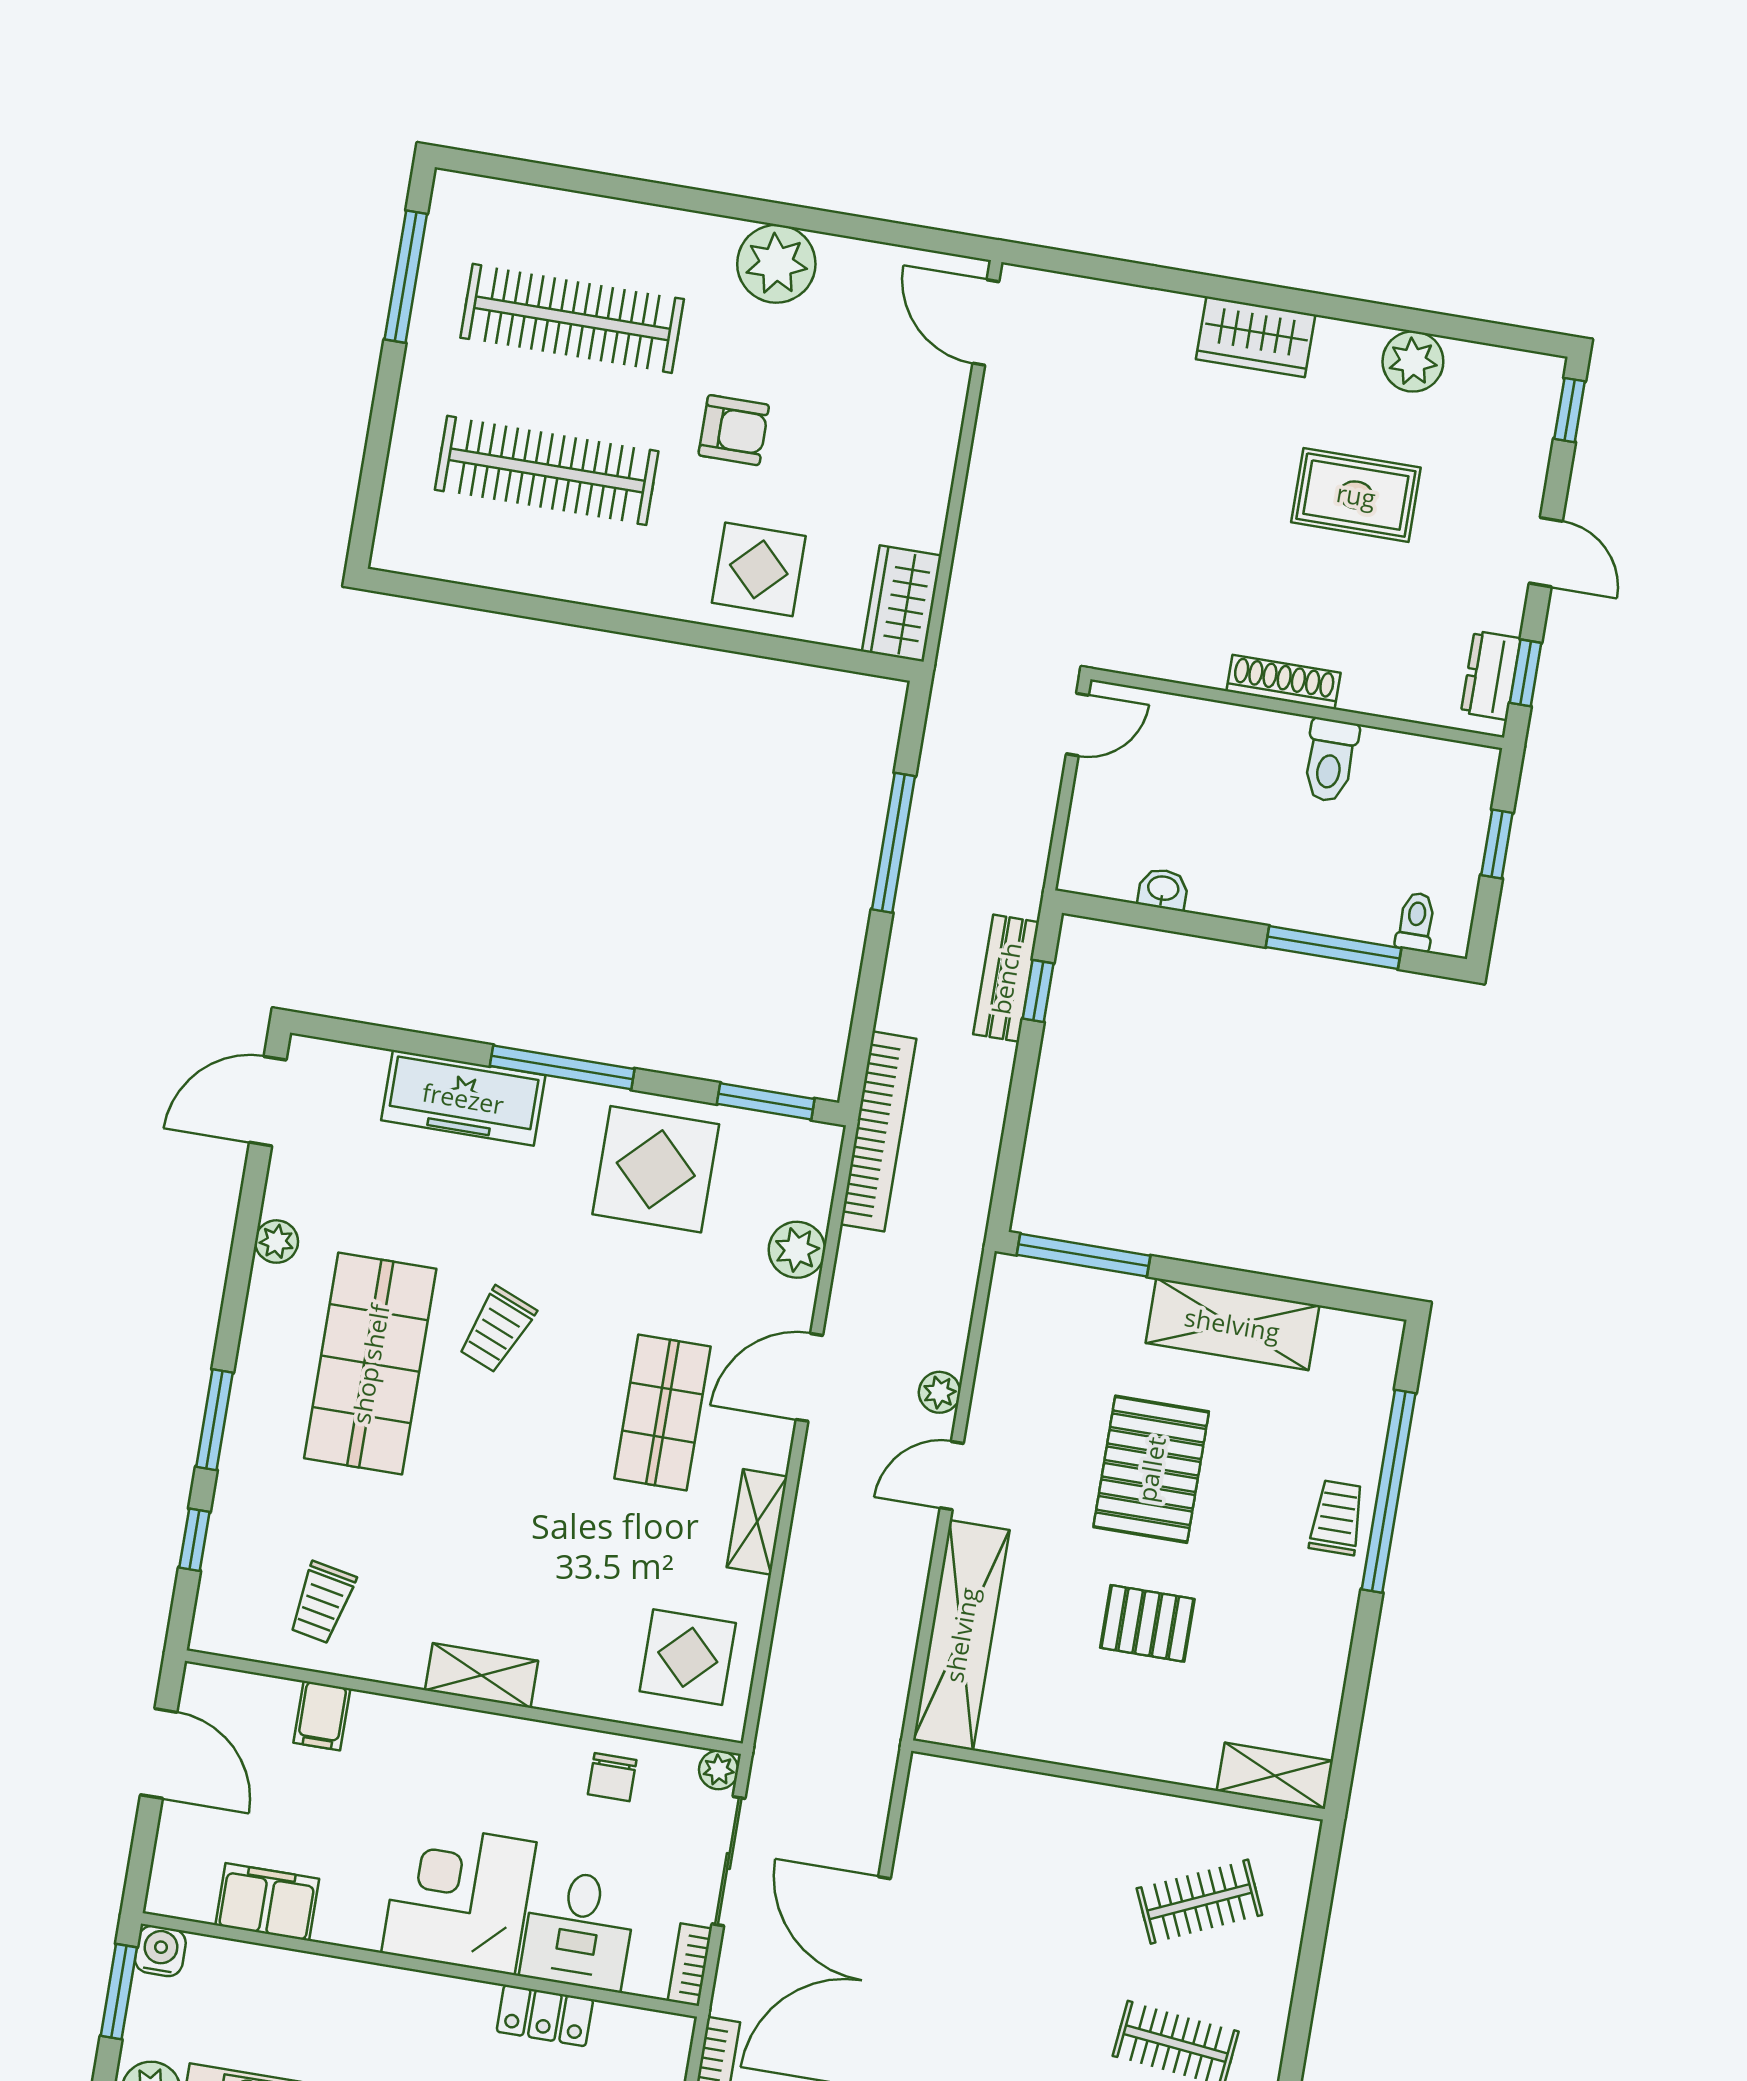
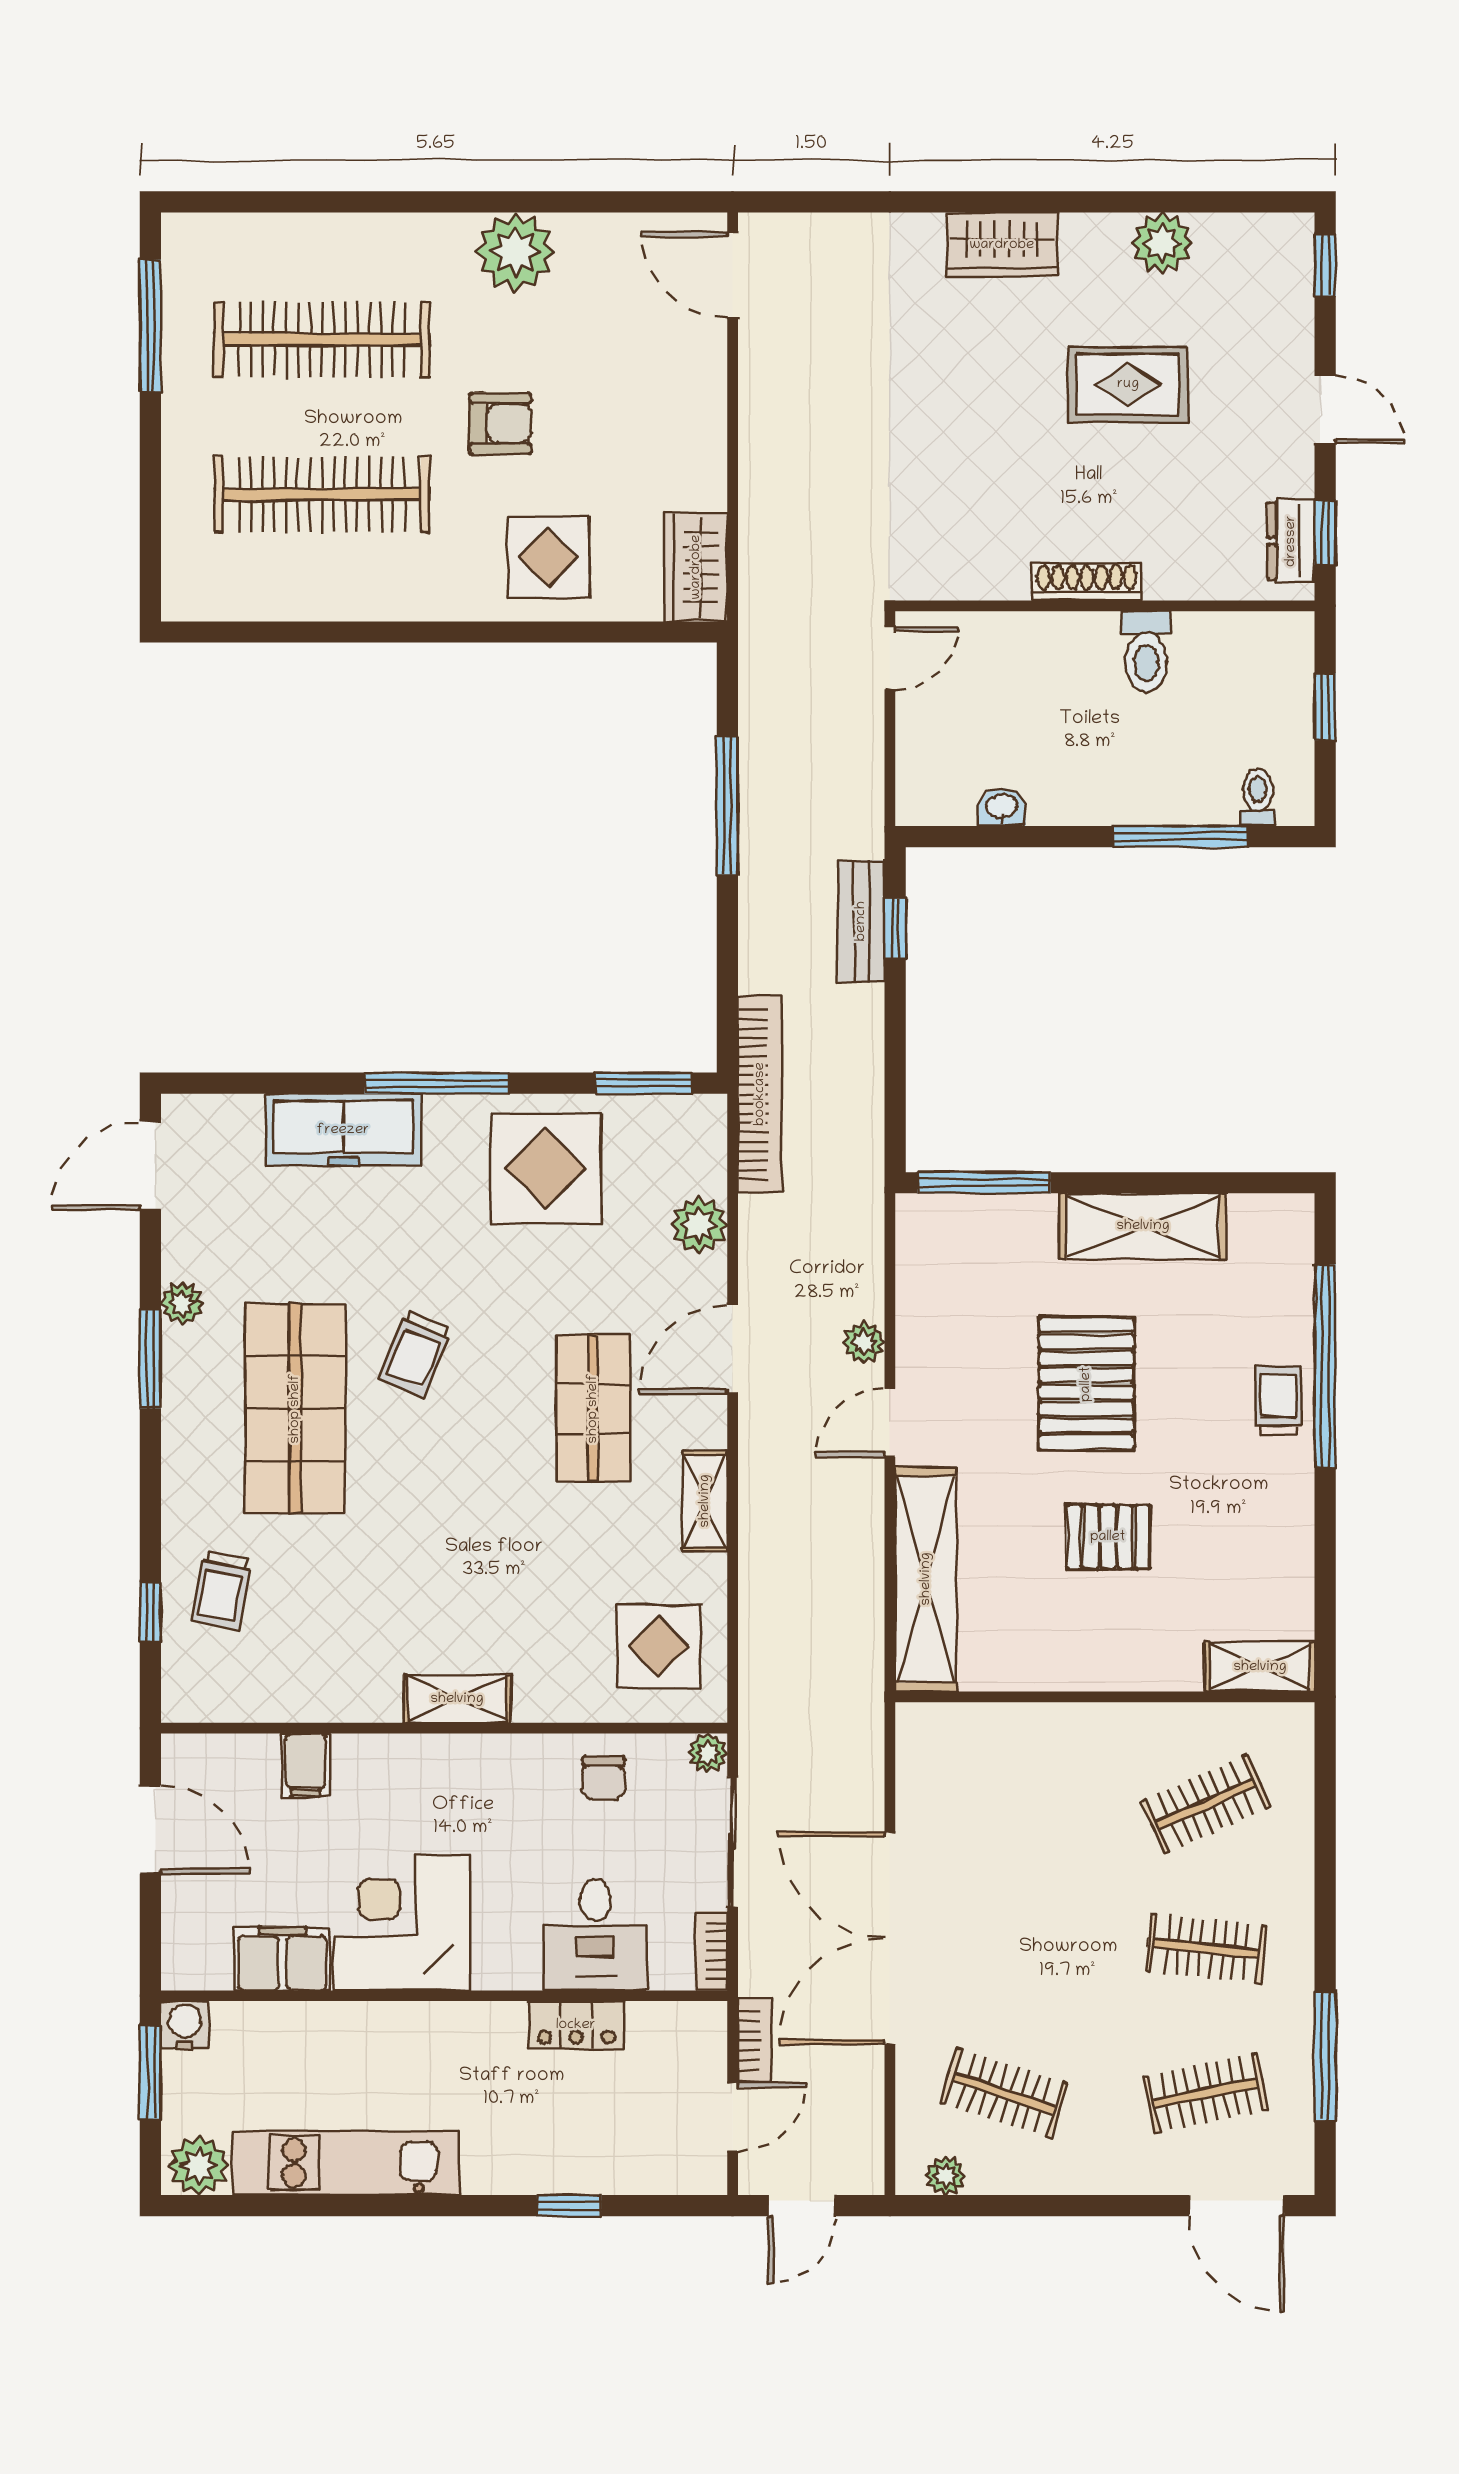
window: (215, 1420) -> (150, 1359), moved
trolley: (322, 1602) -> (221, 1591), moved
corner desk: (459, 1898) -> (402, 1923), moved

